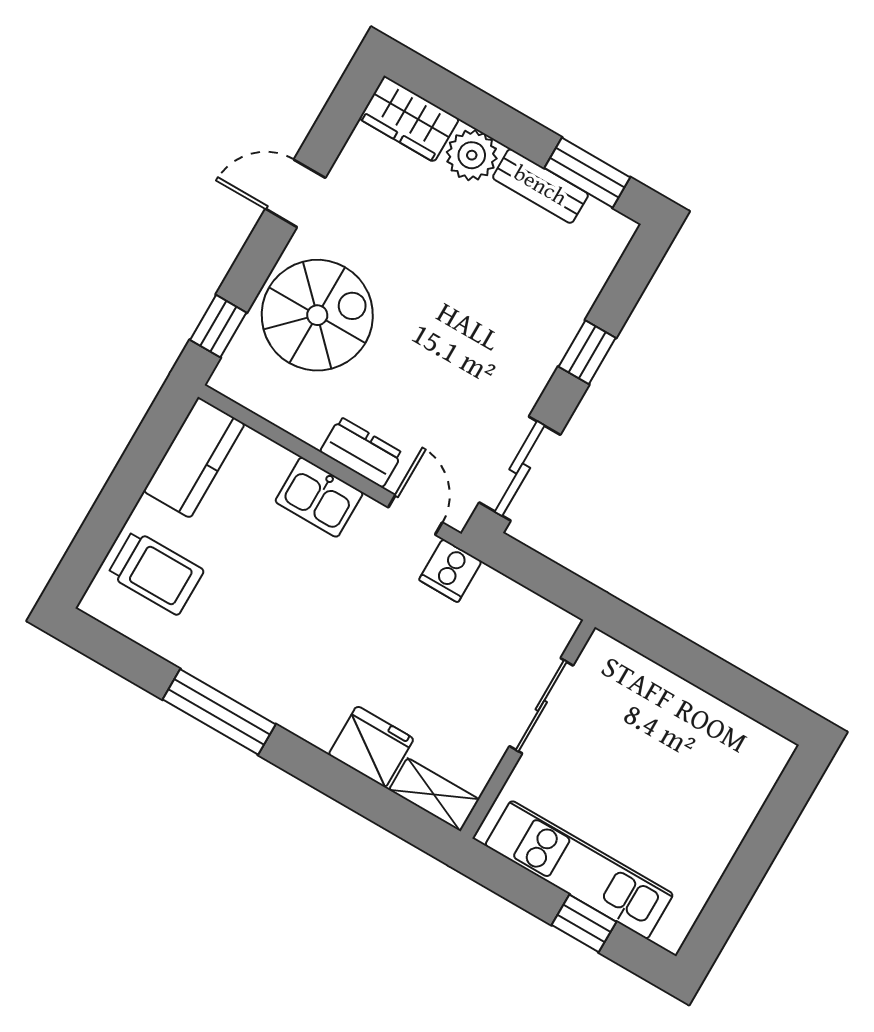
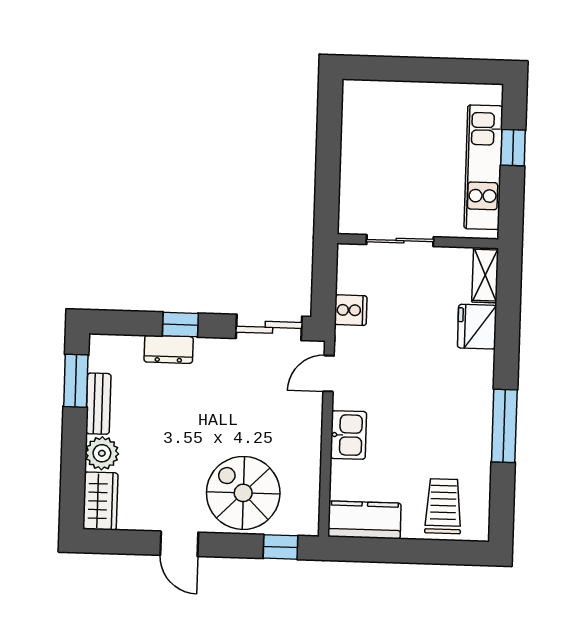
dresser: (361, 452) -> (169, 349), moved, turned -90
cooker: (450, 571) -> (351, 310), moved

